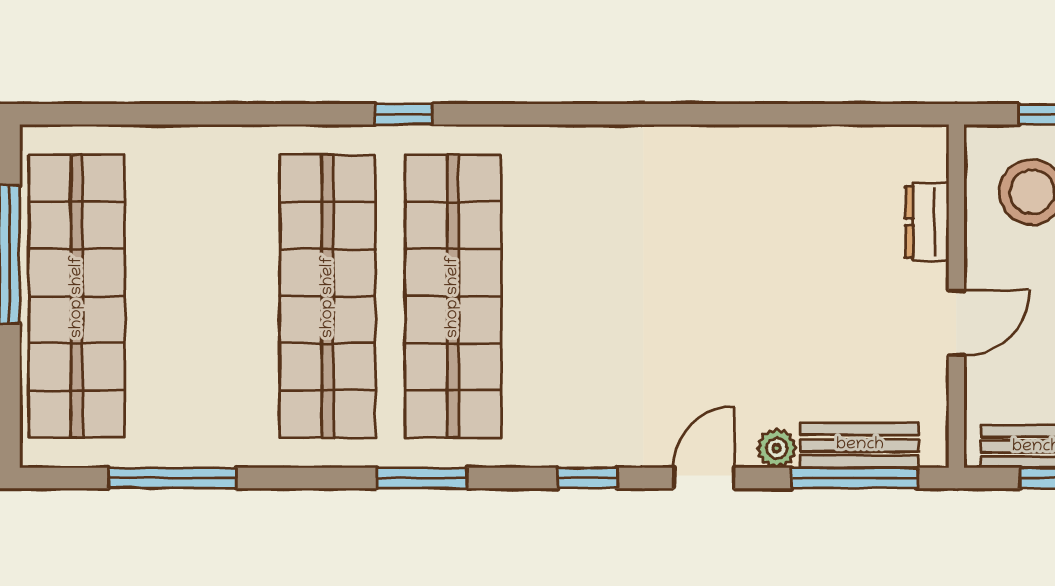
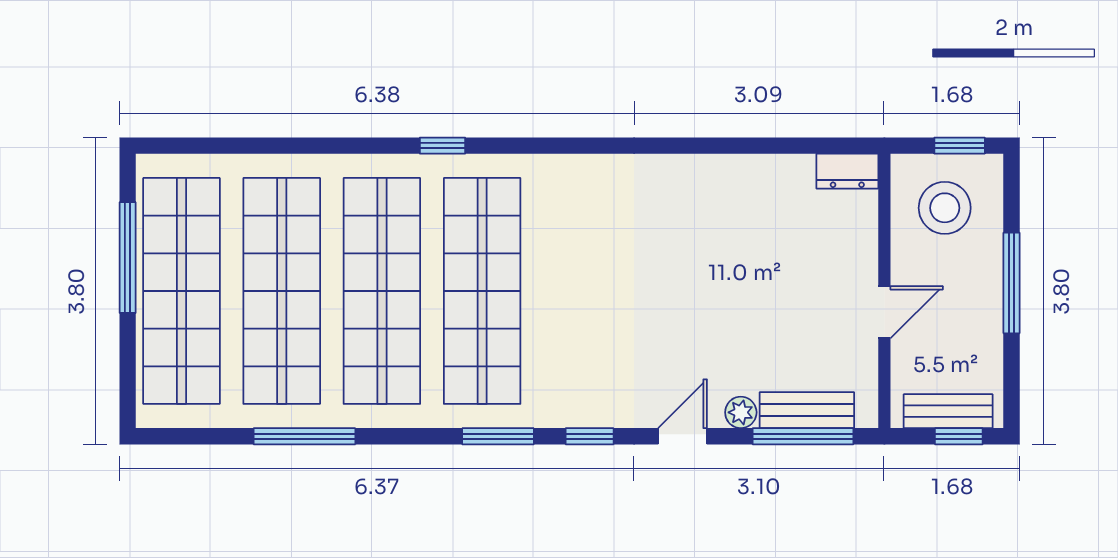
dresser: (927, 222) -> (847, 171), moved, turned -90
shop shelf: (202, 296) -> (282, 291), added
window: (172, 478) -> (304, 436), moved
window: (422, 478) -> (498, 436), moved

